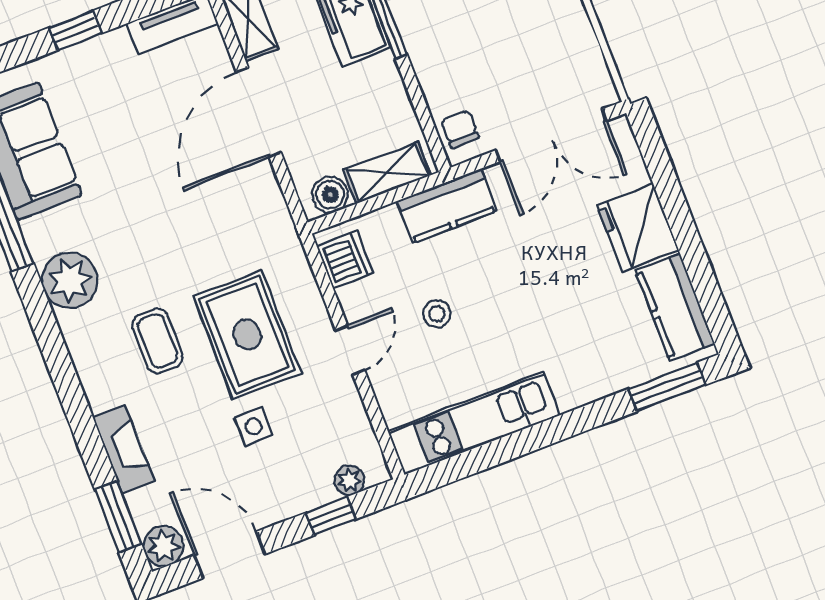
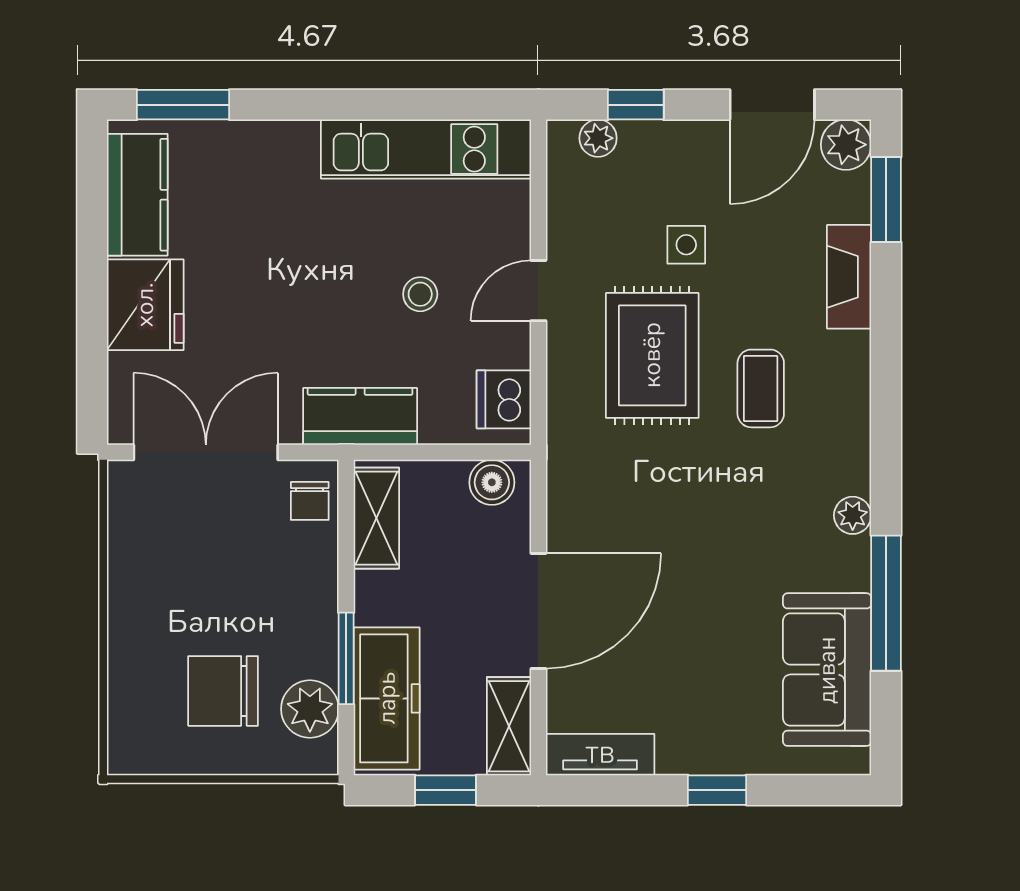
shelving: (387, 173) -> (376, 518), moved, turned 90
plant: (70, 280) -> (853, 515), width x0.53, depth x0.53
door: (230, 555) -> (772, 105), hinge flipped

